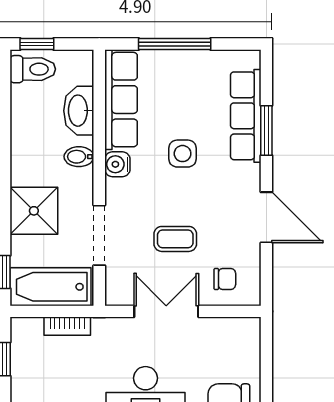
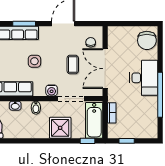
washbasin: (79, 111) -> (15, 106), width x0.52, depth x0.69
water cooler: (117, 164) -> (52, 90), moved
double door: (166, 311) -> (105, 69), width x1.37

